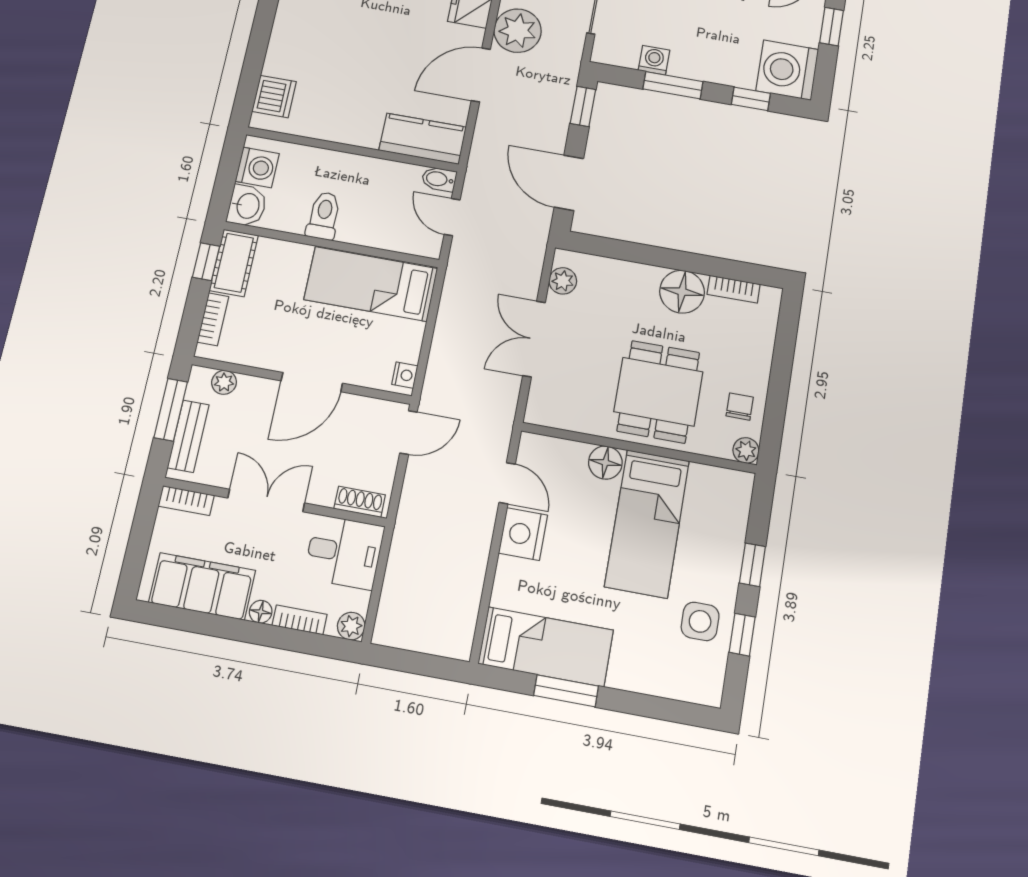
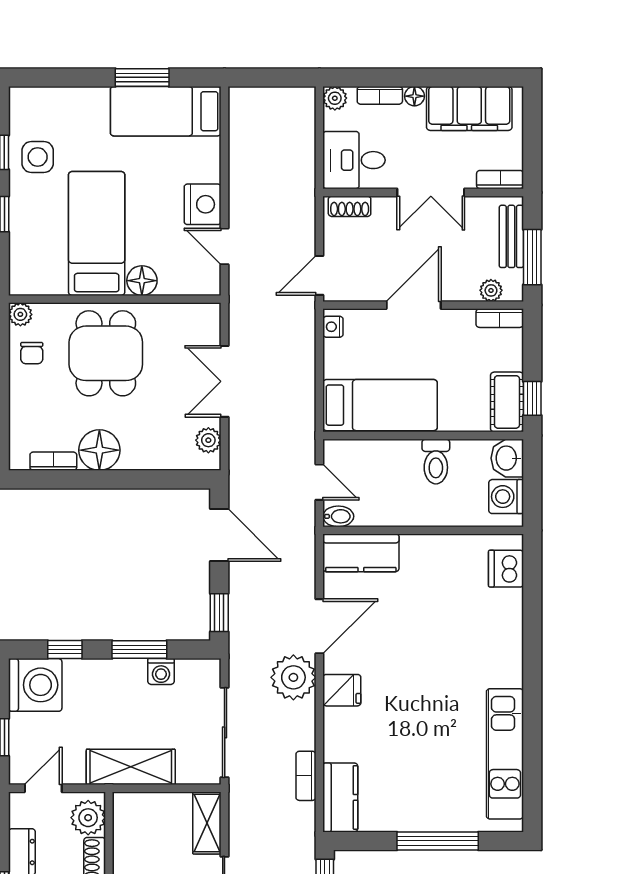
bookcase: (213, 319) -> (500, 318), moved, turned -90
double door: (534, 339) -> (225, 381), swing flipped

